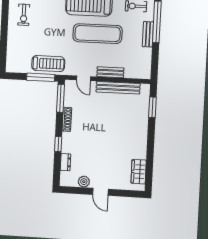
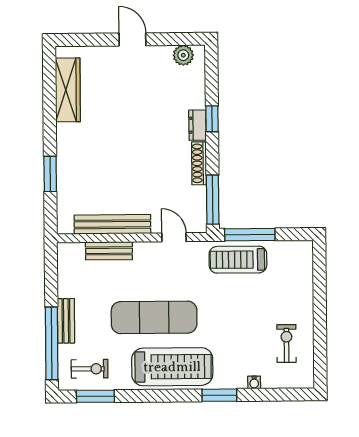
bench: (110, 72) -> (109, 251), moved
window: (152, 107) -> (50, 174), moved
dresser: (65, 162) -> (197, 125), moved
wardrobe: (139, 172) -> (68, 90), width x1.50
plant: (84, 182) -> (183, 55), moved

